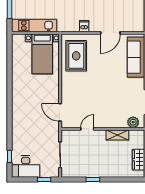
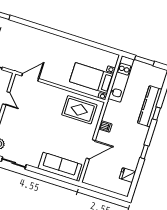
door: (110, 33) -> (91, 149), swing flipped

